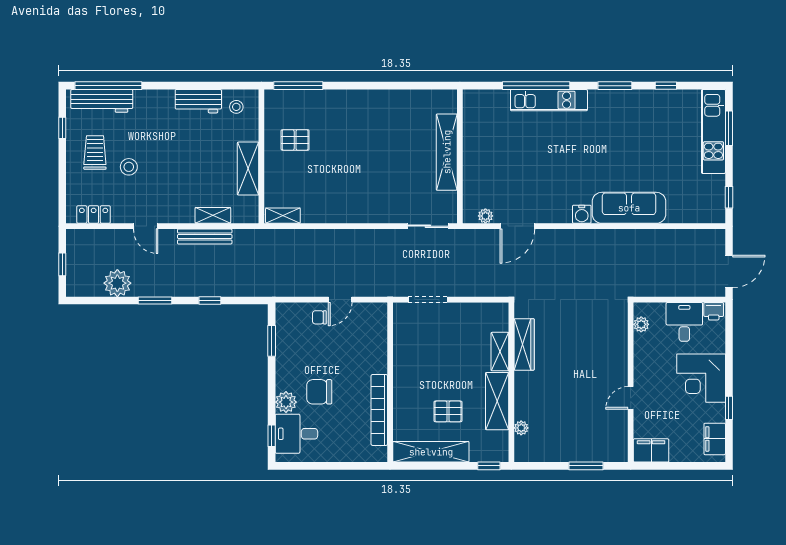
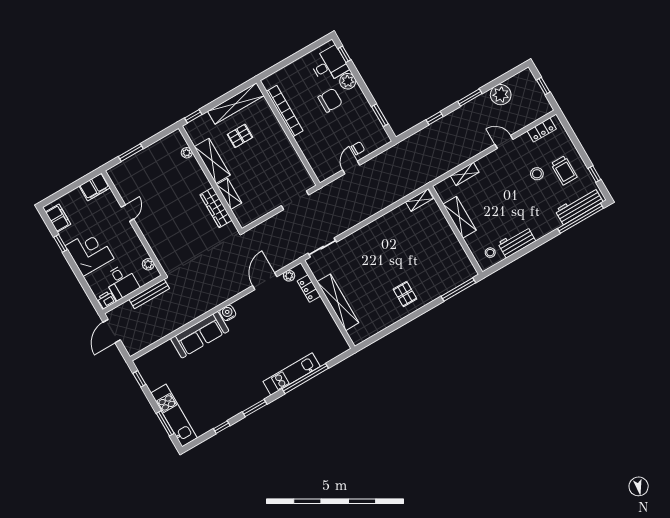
pallet: (295, 140) -> (405, 294), moved, turned 90
locker: (471, 188) -> (309, 288), added
bench: (205, 237) -> (149, 294), moved

